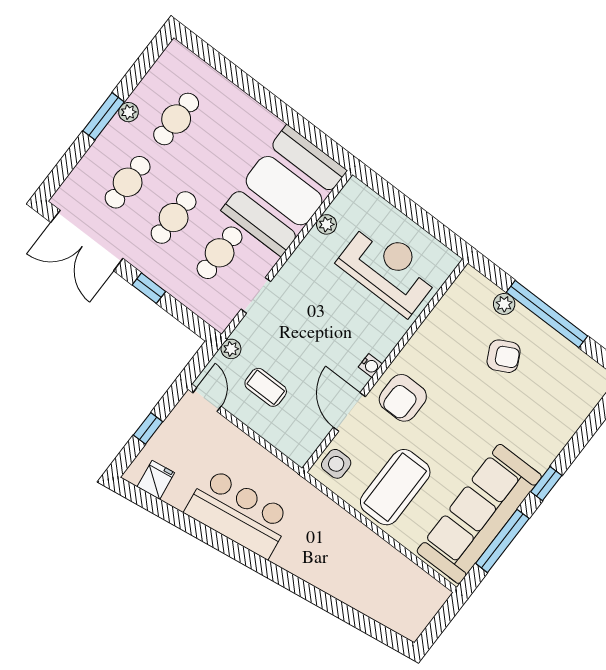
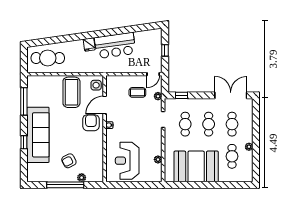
window: (103, 116) -> (256, 139), removed
booth: (284, 191) -> (196, 166), moved, turned 90
reception desk: (389, 269) -> (127, 161), turned 90
window: (149, 288) -> (181, 95), moved
door: (207, 400) -> (153, 74), hinge flipped
door: (349, 412) -> (105, 105), swing flipped
fridge: (156, 480) -> (89, 44), moved
window: (546, 484) -> (24, 142), moved
sofa: (479, 514) -> (38, 135), moved
cafe table: (390, 590) -> (48, 58), added

